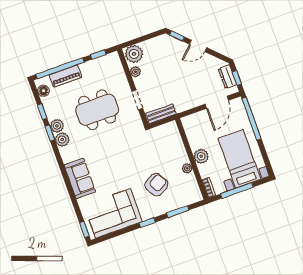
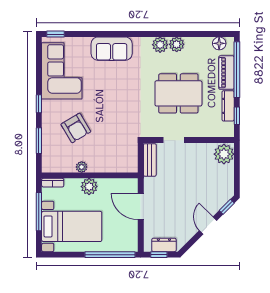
dresser: (93, 65) -> (228, 106), added
plant: (135, 72) -> (204, 149), removed
door: (217, 102) -> (141, 206), moved
dining table: (97, 110) -> (178, 93), turned 90
window: (42, 112) -> (197, 34), removed
window: (50, 133) -> (172, 34), removed

